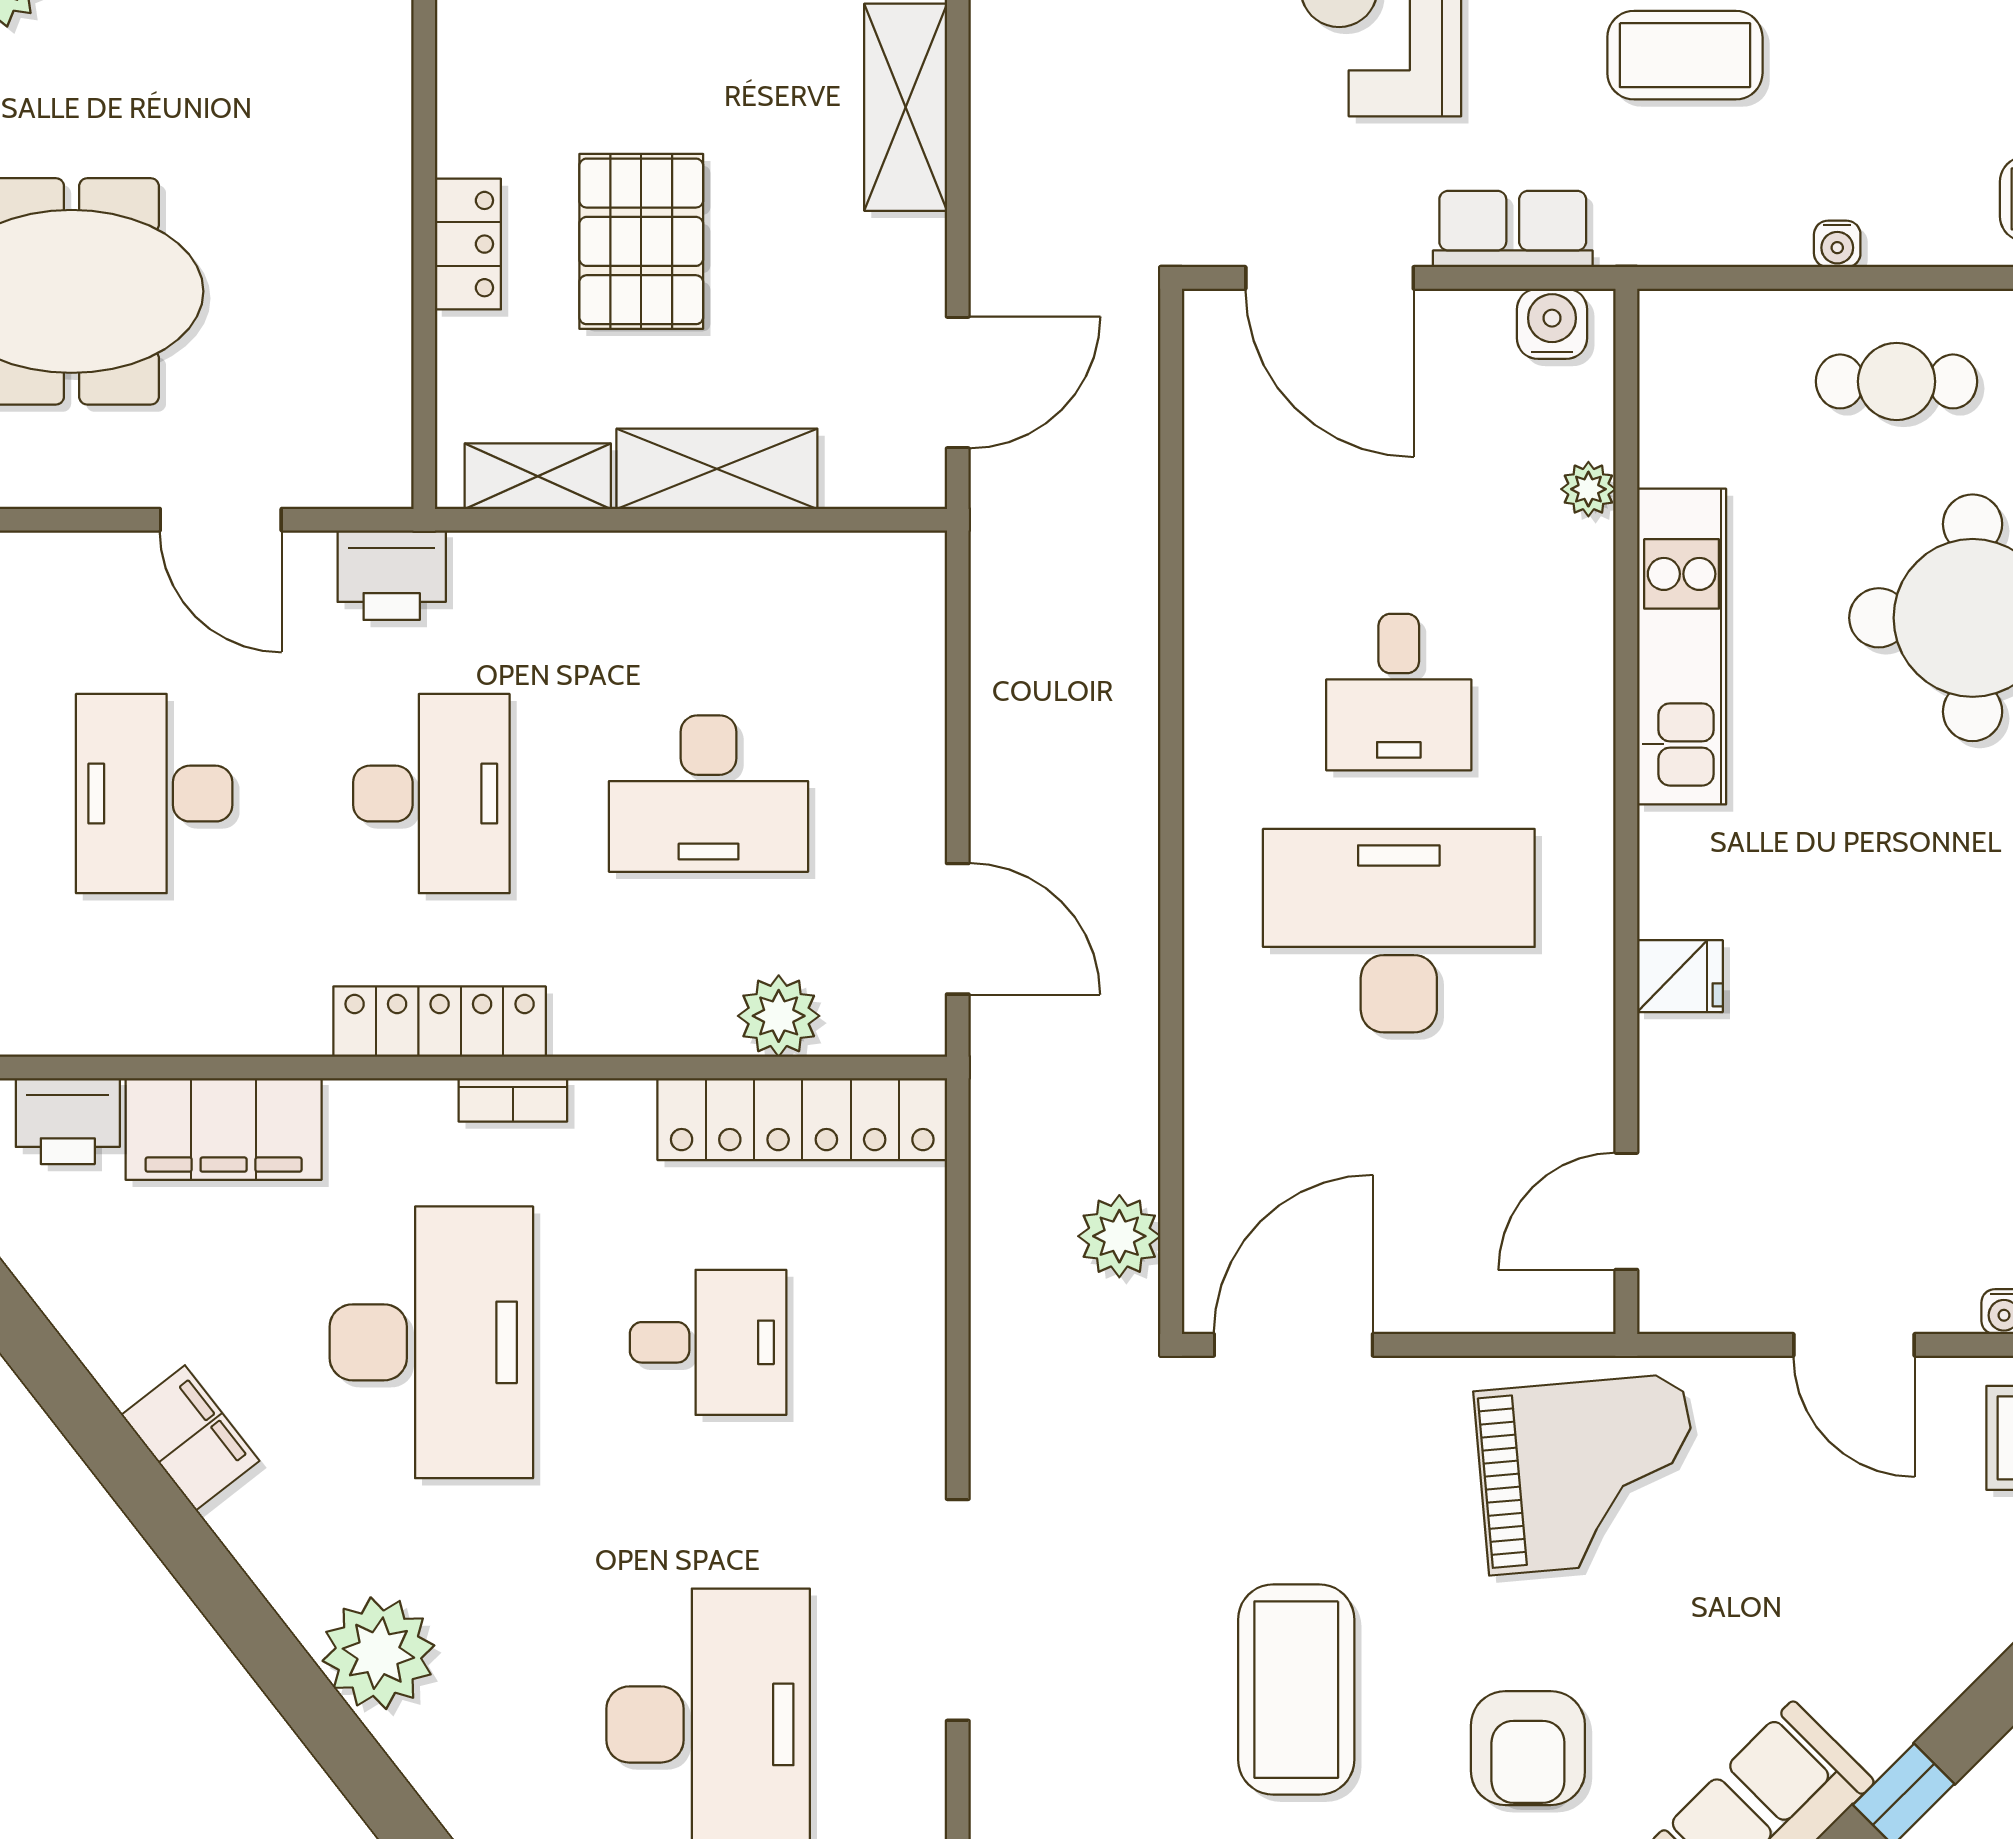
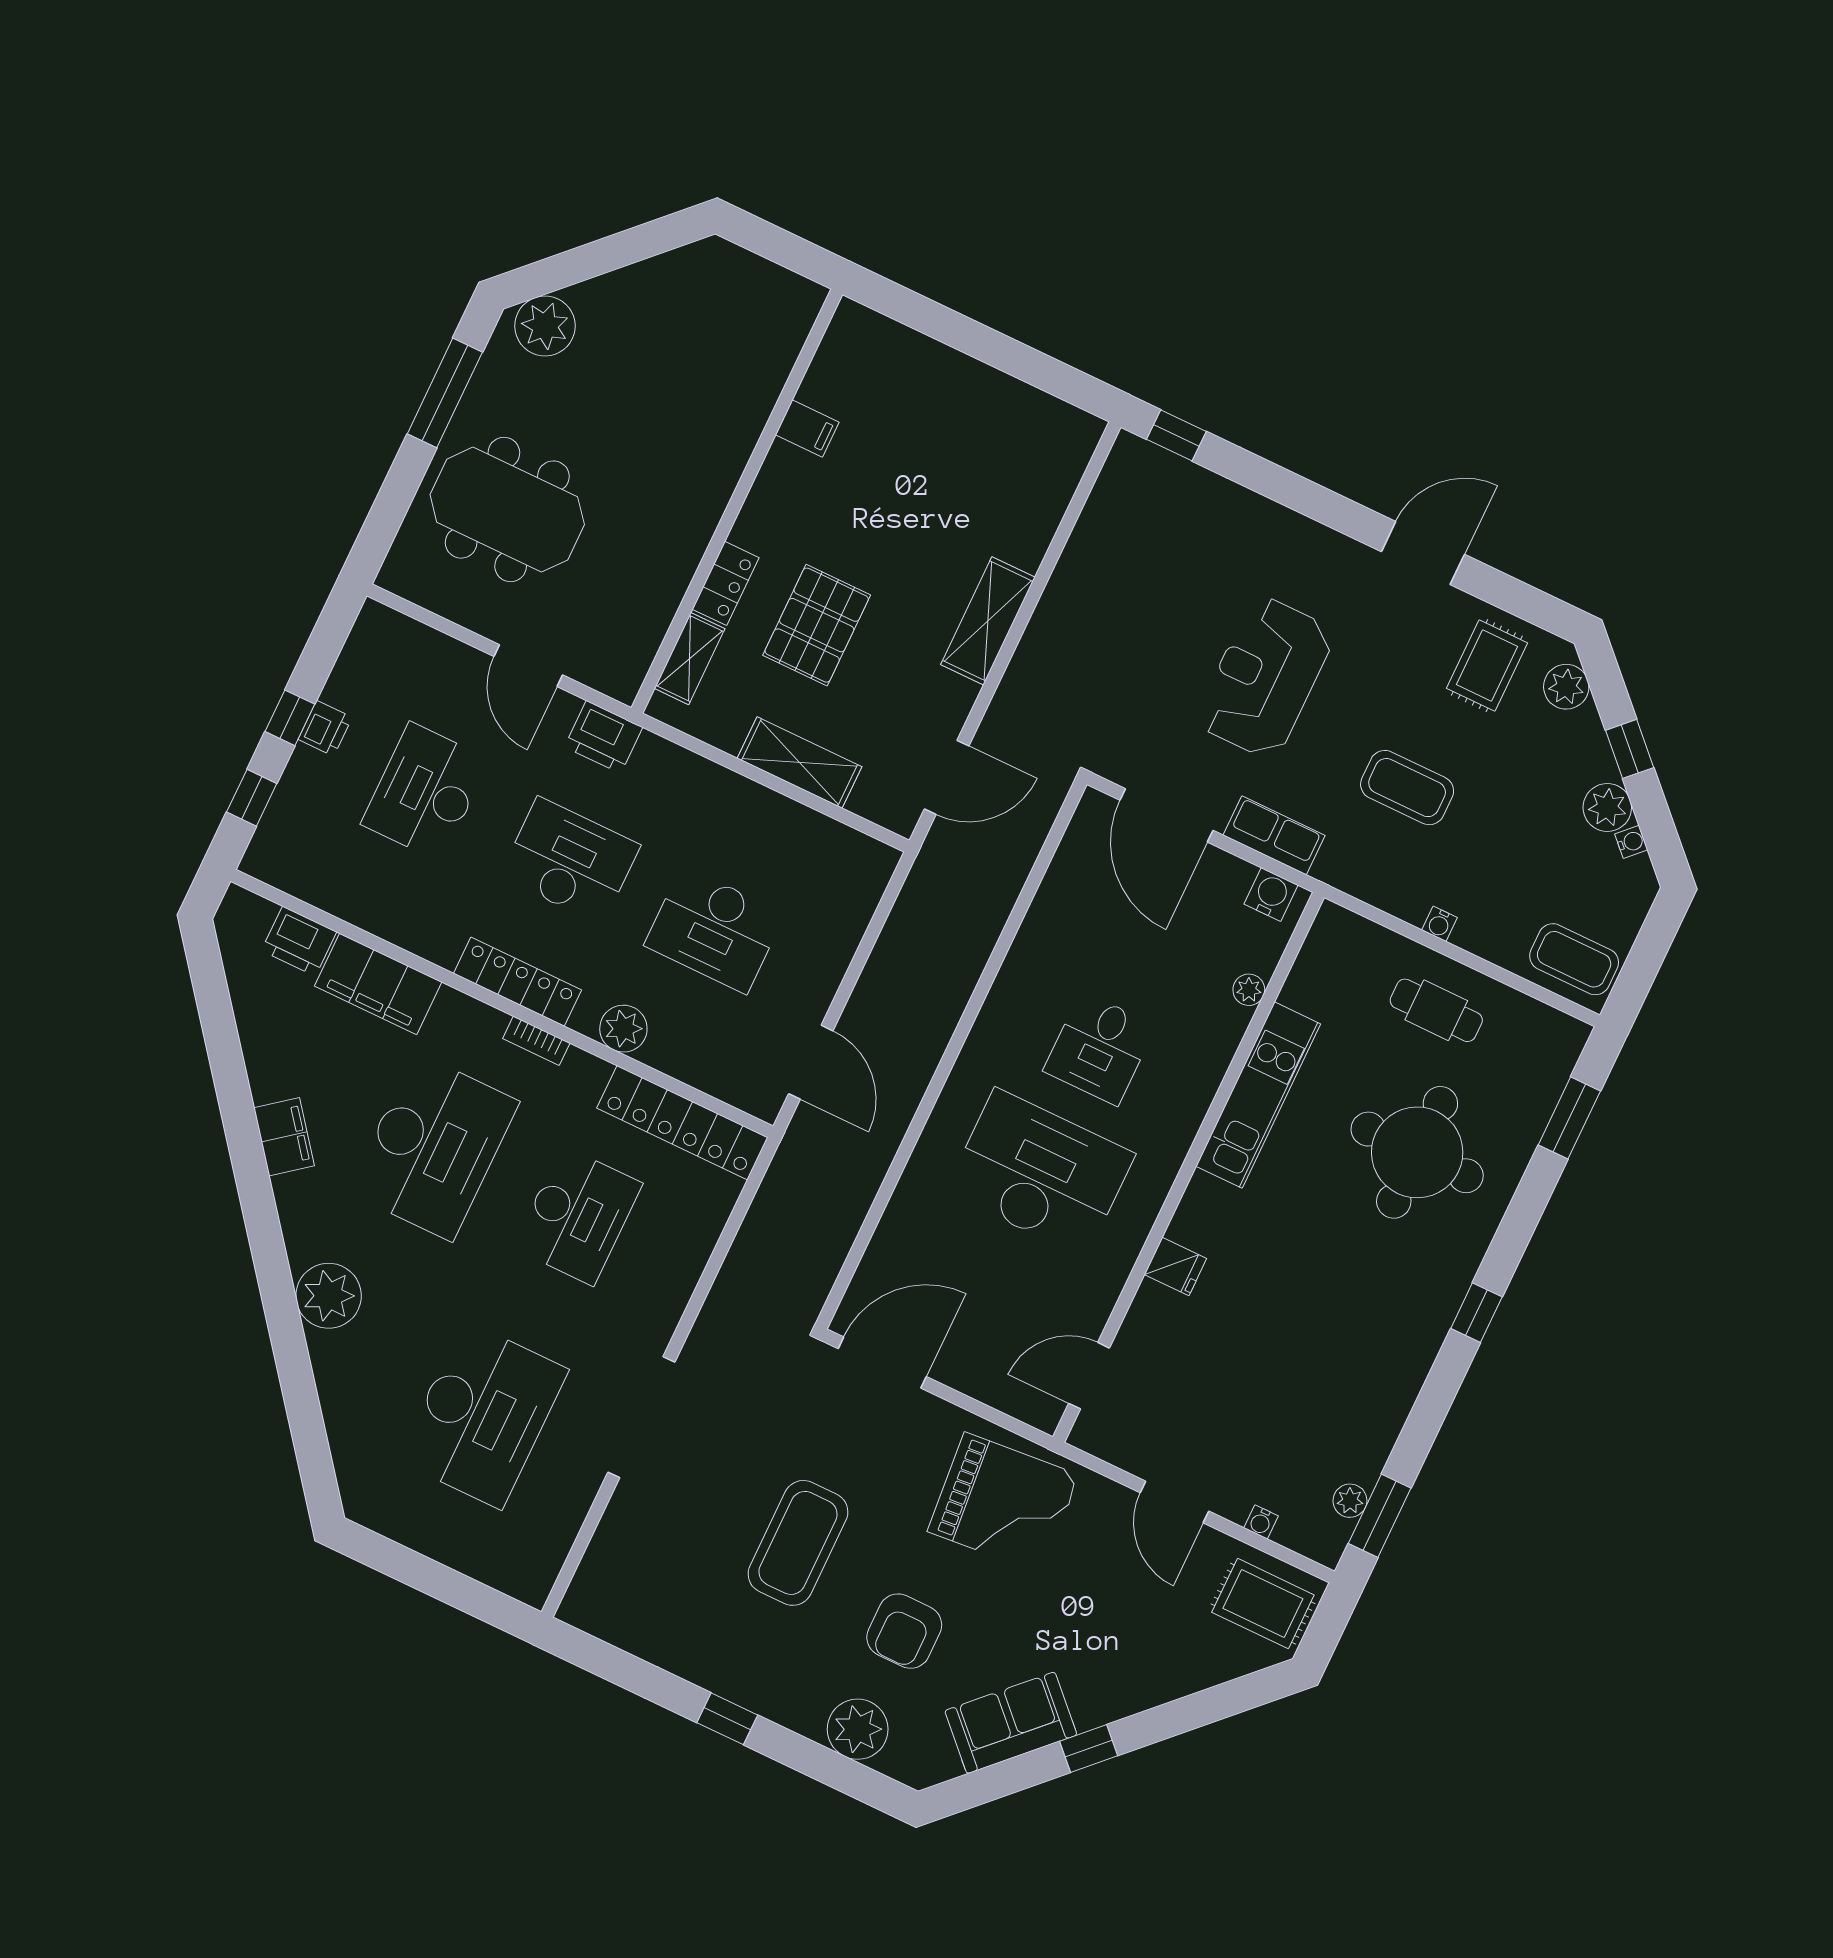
shelving: (538, 476) -> (690, 659), moved, turned 90
desk: (431, 794) -> (570, 861), turned -90
plant: (779, 1016) -> (623, 1029), moved
plant: (1119, 1236) -> (818, 1263), removed
desk: (708, 1342) -> (578, 1216), width x1.37

